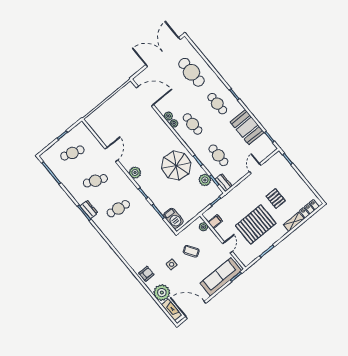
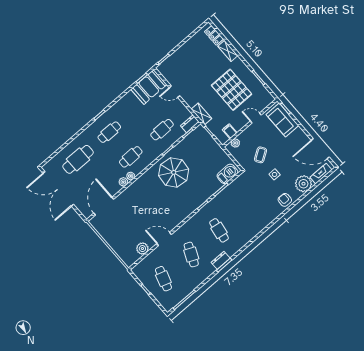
booth: (247, 127) -> (149, 87), moved
plant: (135, 173) -> (142, 249), moved
plant: (205, 180) -> (187, 143), removed
shelving: (233, 194) -> (201, 114), added
pallet: (276, 199) -> (205, 70), removed
sofa: (221, 277) -> (282, 120), width x0.73
door: (196, 310) -> (320, 149), hinge flipped

